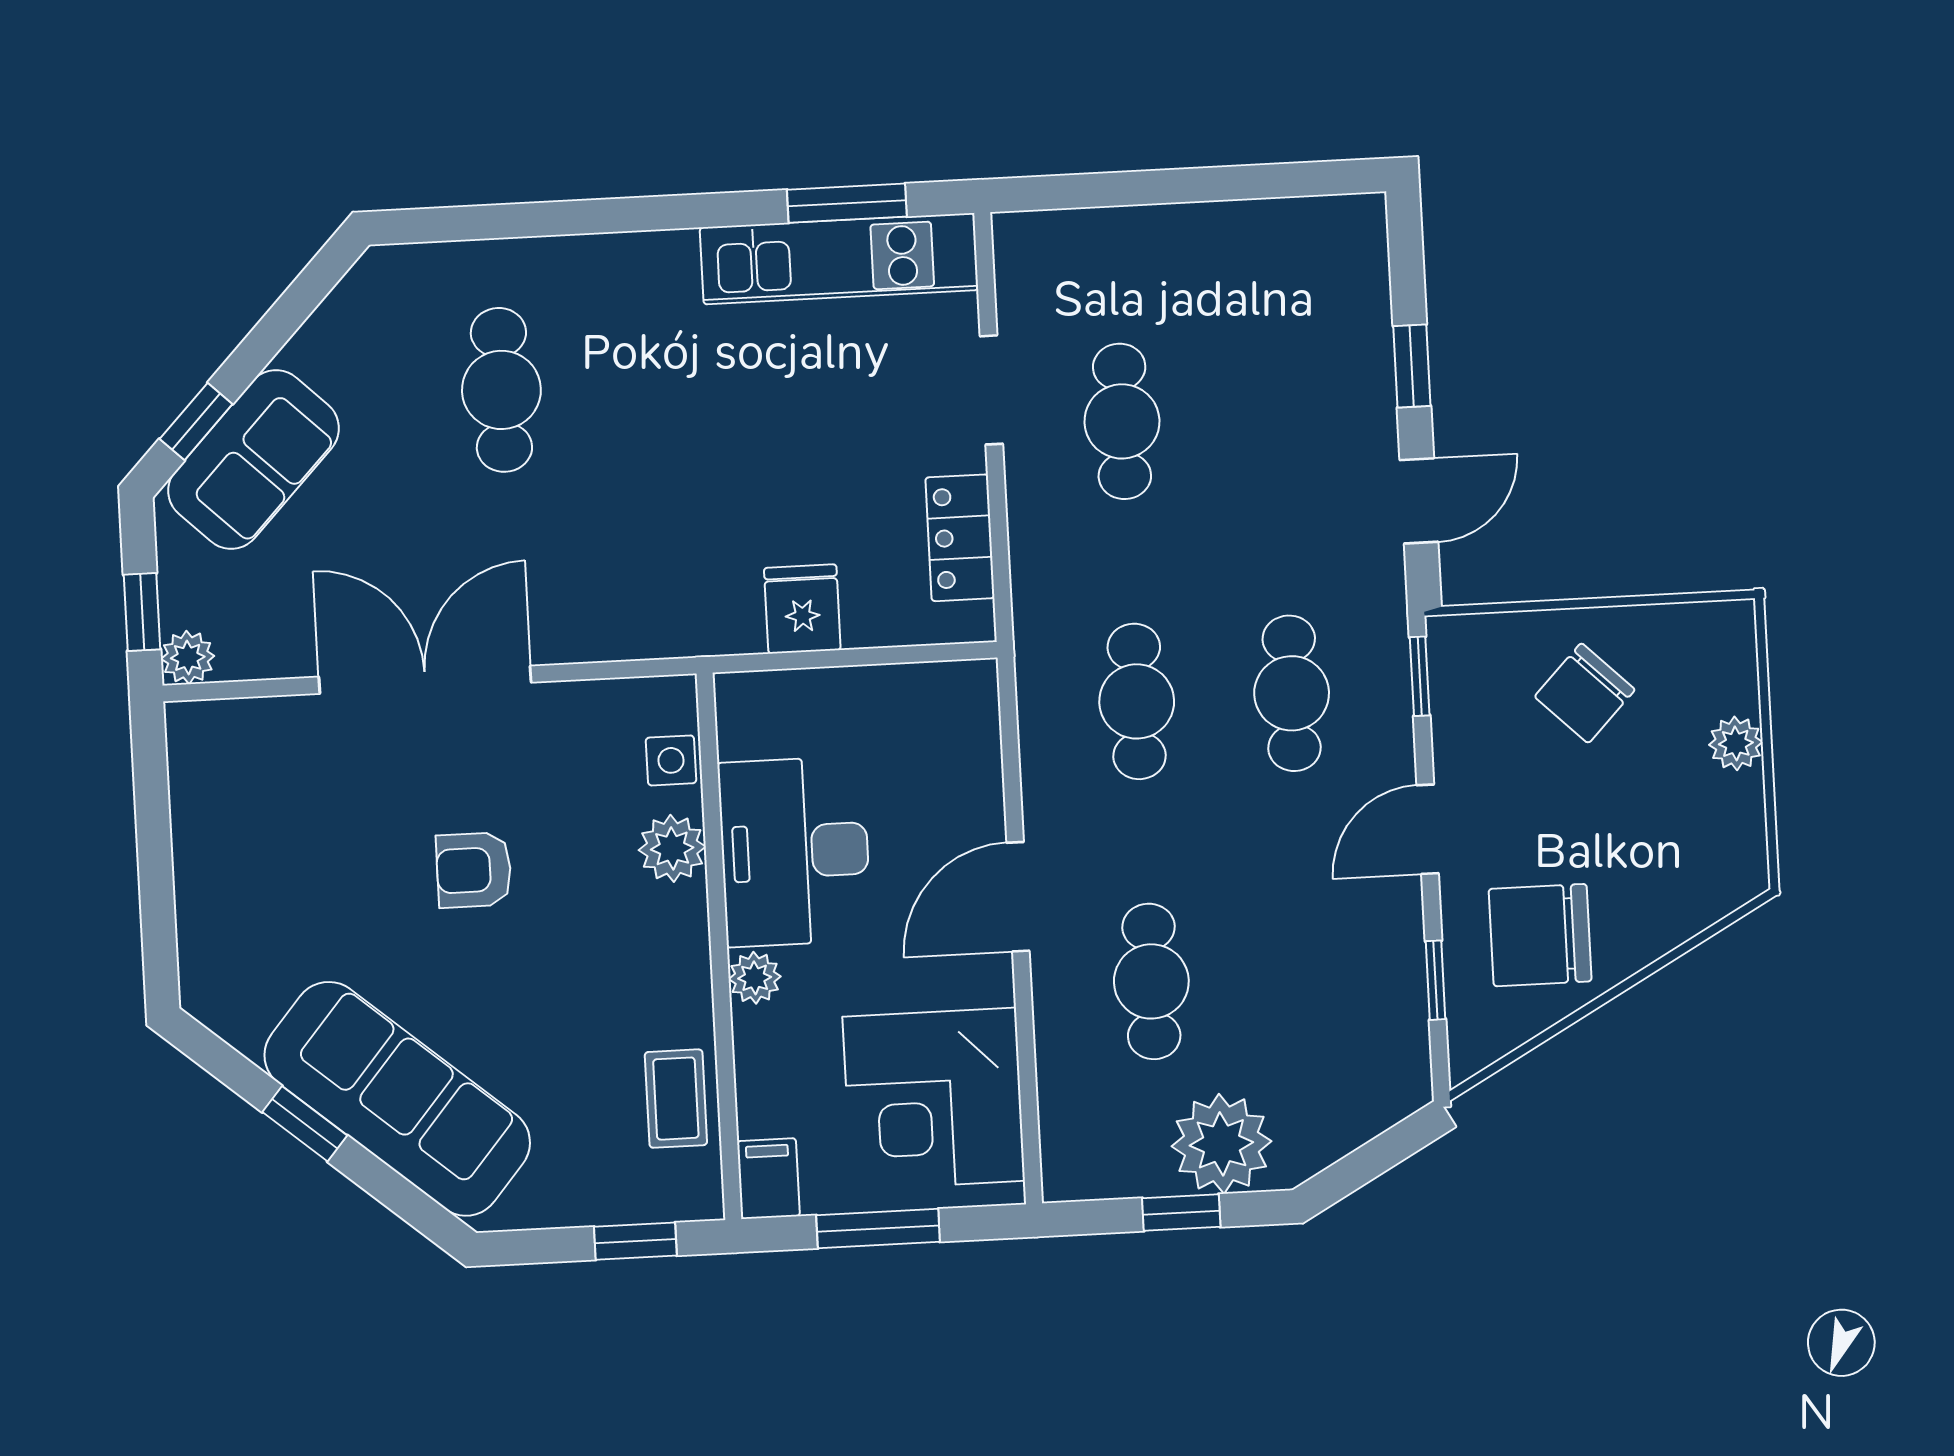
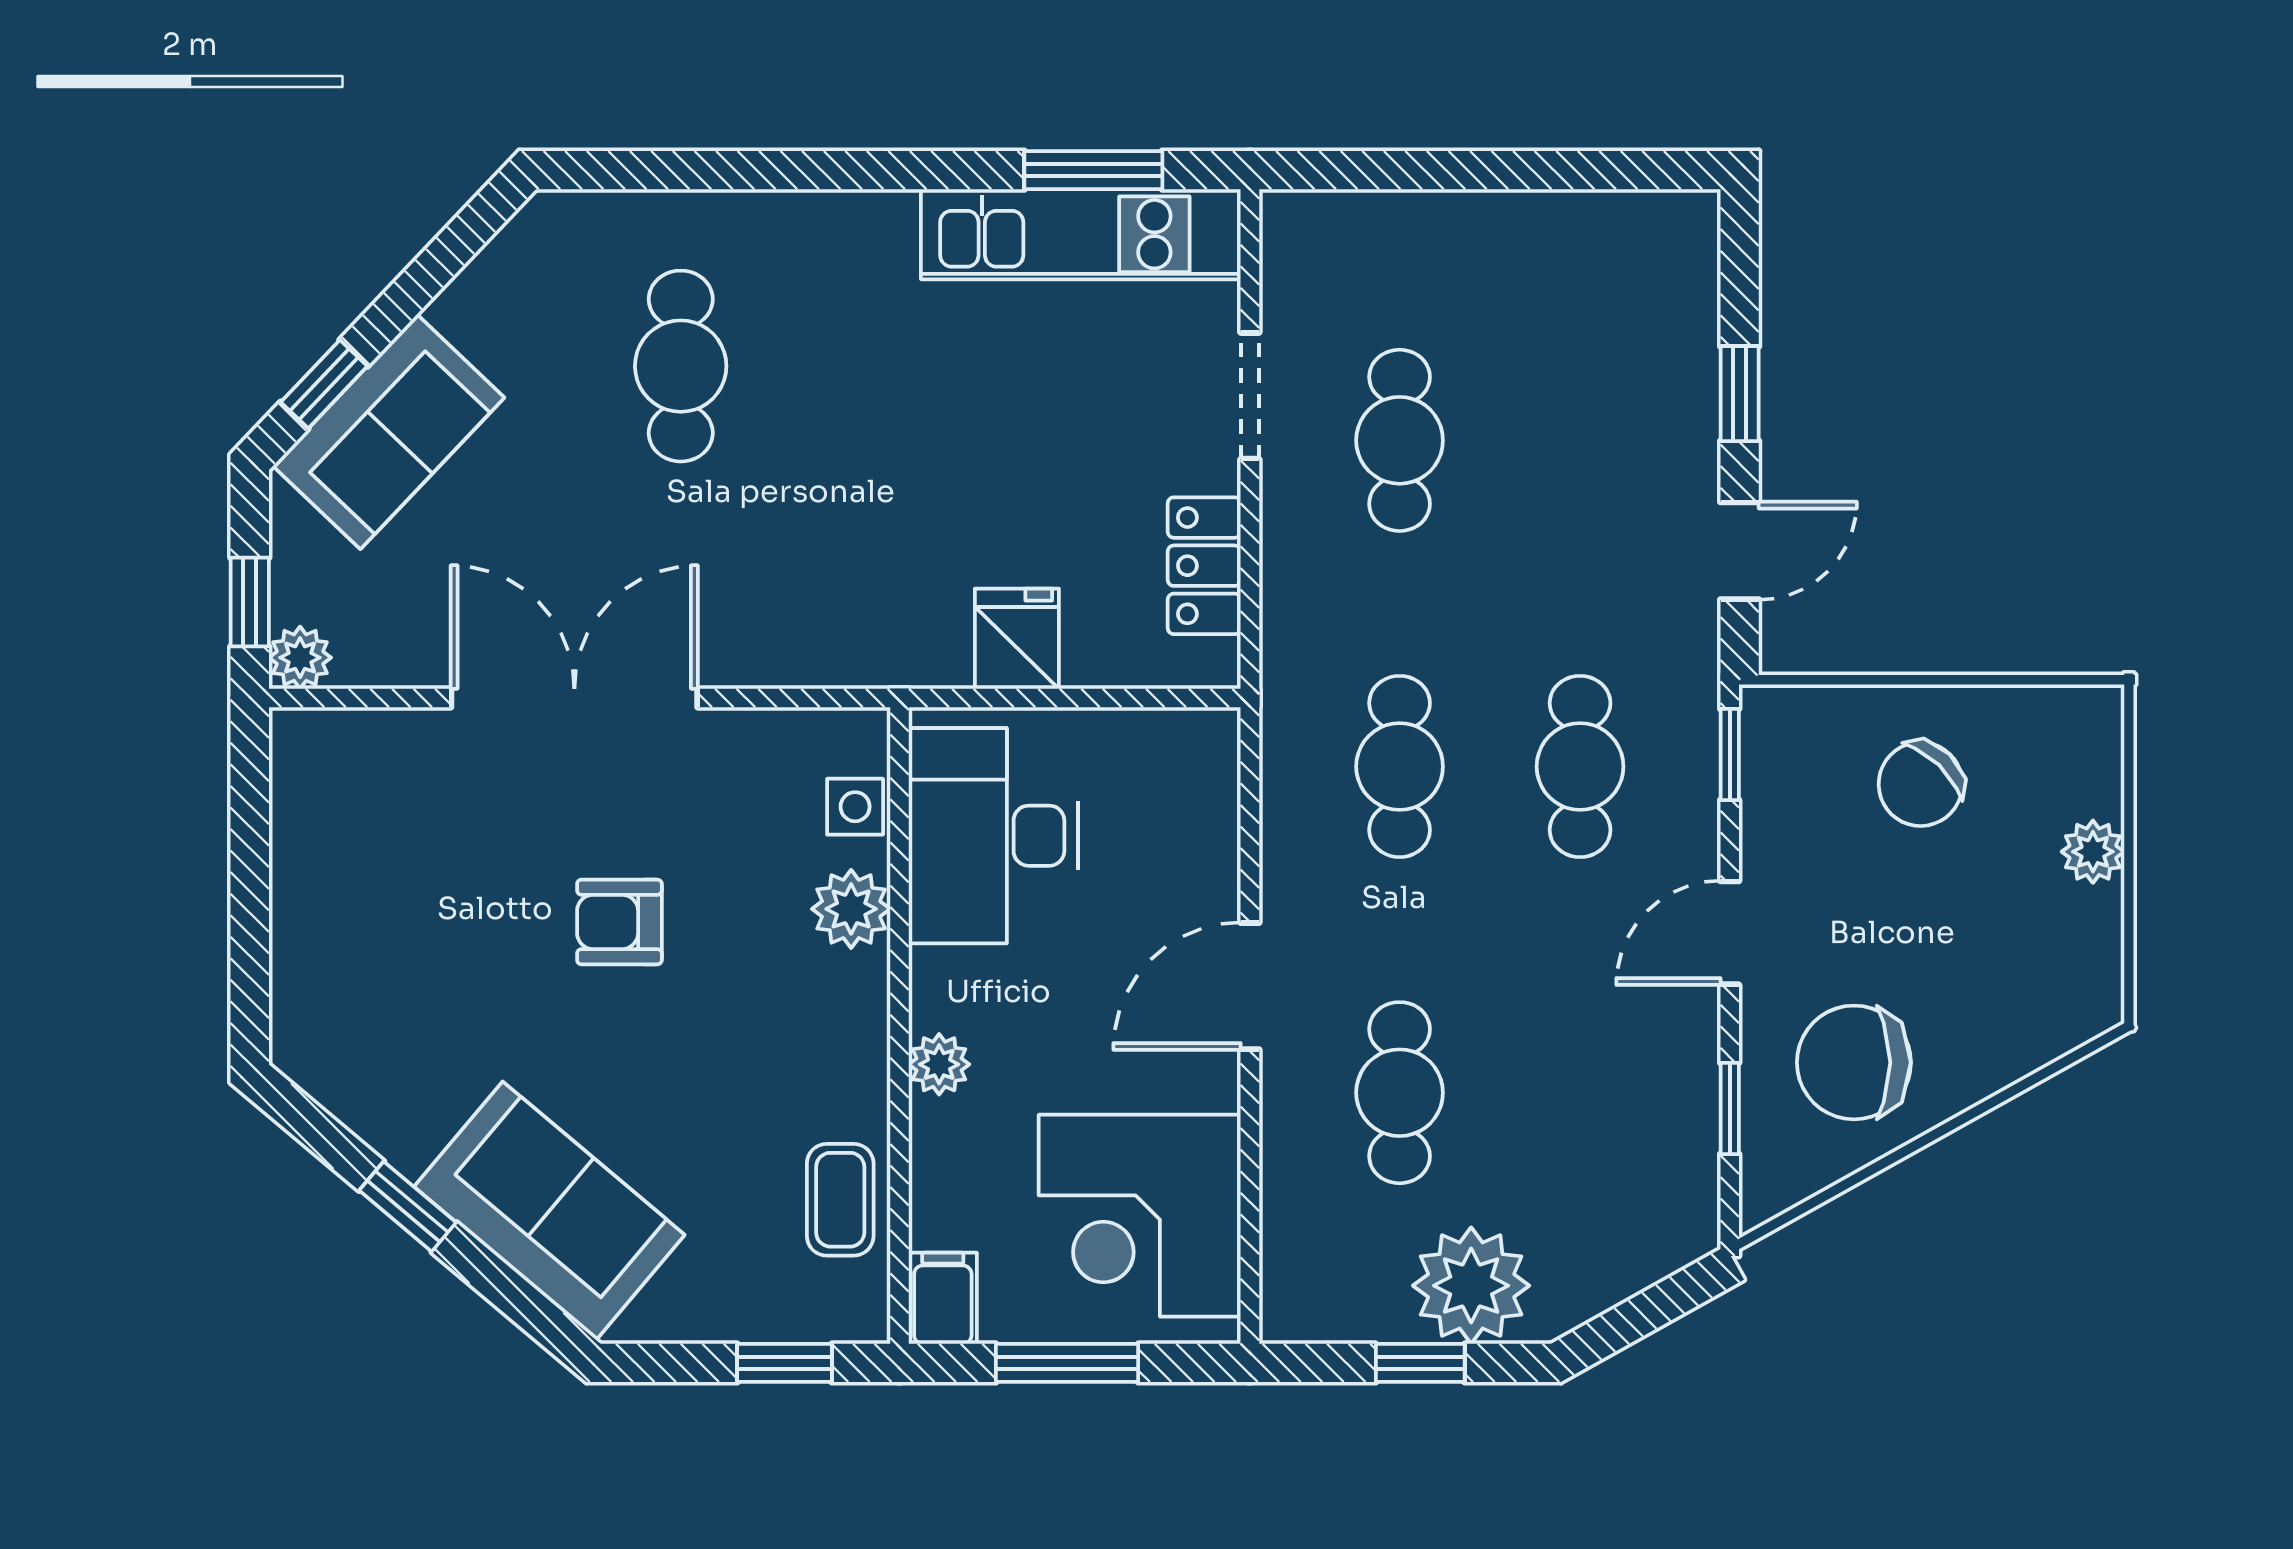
desk: (795, 852) -> (993, 836), moved
sofa: (397, 1099) -> (549, 1211), width x0.73

